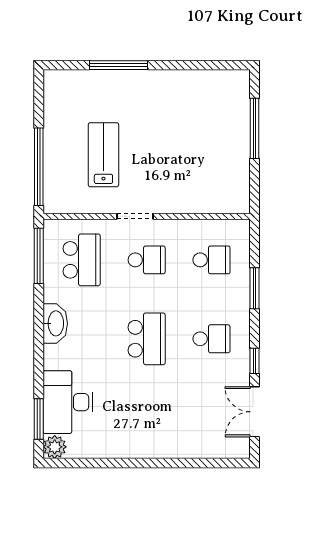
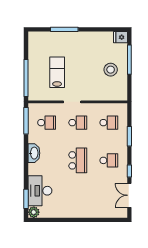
fridge: (236, 81) -> (121, 37), added
stool: (215, 149) -> (111, 70), added
school desk: (82, 260) -> (47, 123), width x0.54

